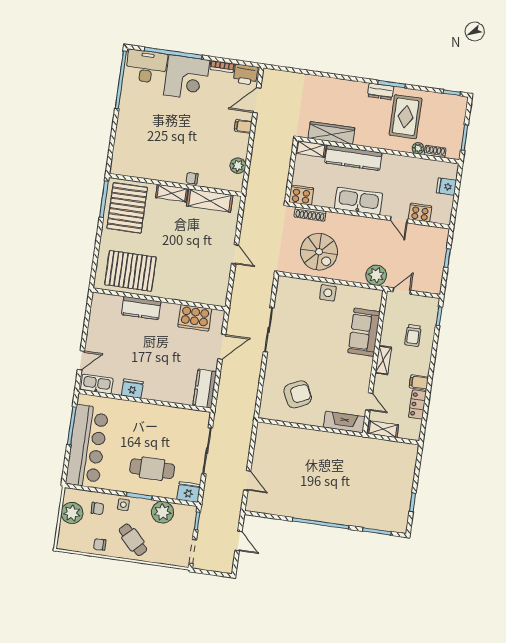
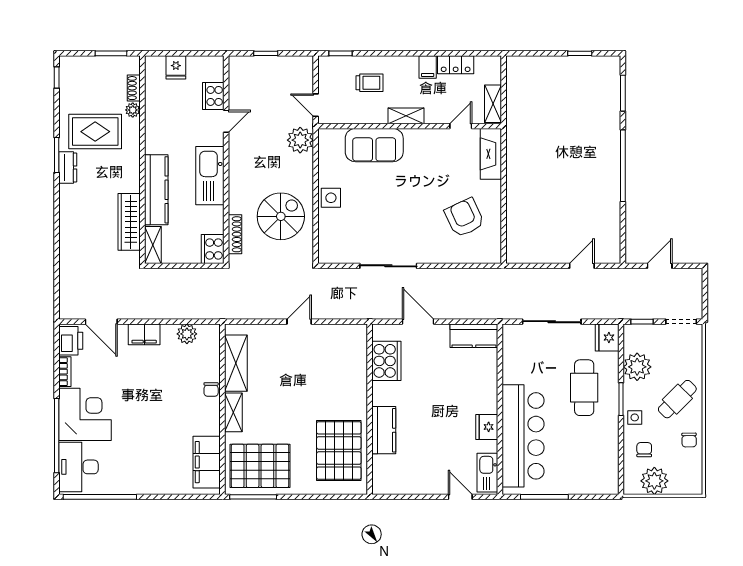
filing cabinet: (243, 126) -> (144, 334), width x2.00
filing cabinet: (136, 167) -> (207, 462), added
bar counter: (87, 446) -> (523, 436), moved, turned 90

